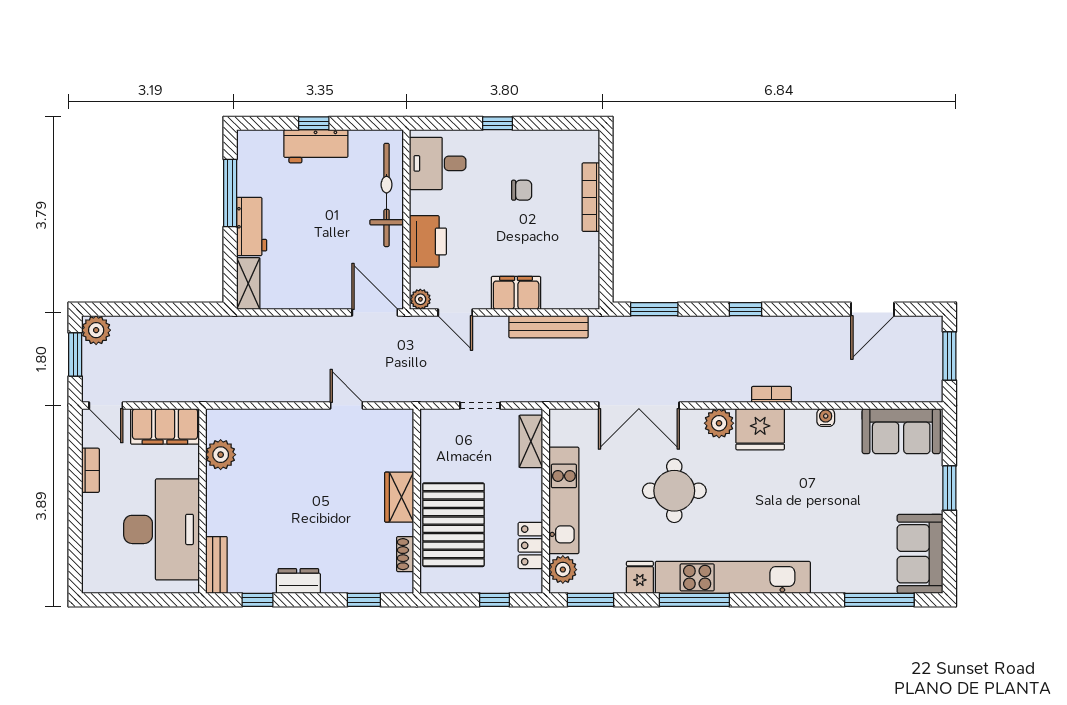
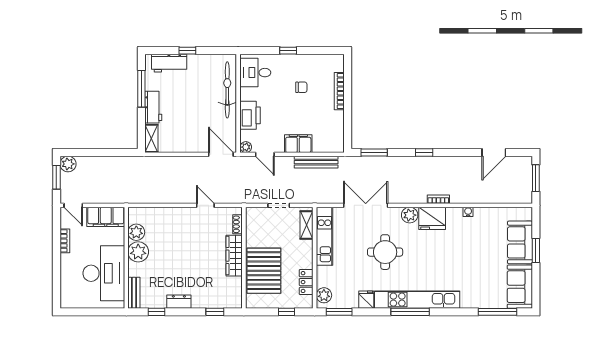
workbench: (316, 146) -> (169, 63), moved
double door: (639, 405) -> (366, 205), swing flipped
sofa: (901, 431) -> (520, 242), moved, turned 90
plant: (224, 490) -> (138, 252), added
wardrobe: (399, 497) -> (234, 256), width x1.50
kitchen unit: (564, 500) -> (325, 236), moved
shoe rack: (405, 554) -> (237, 224), moved
window: (694, 600) -> (410, 312), moved

